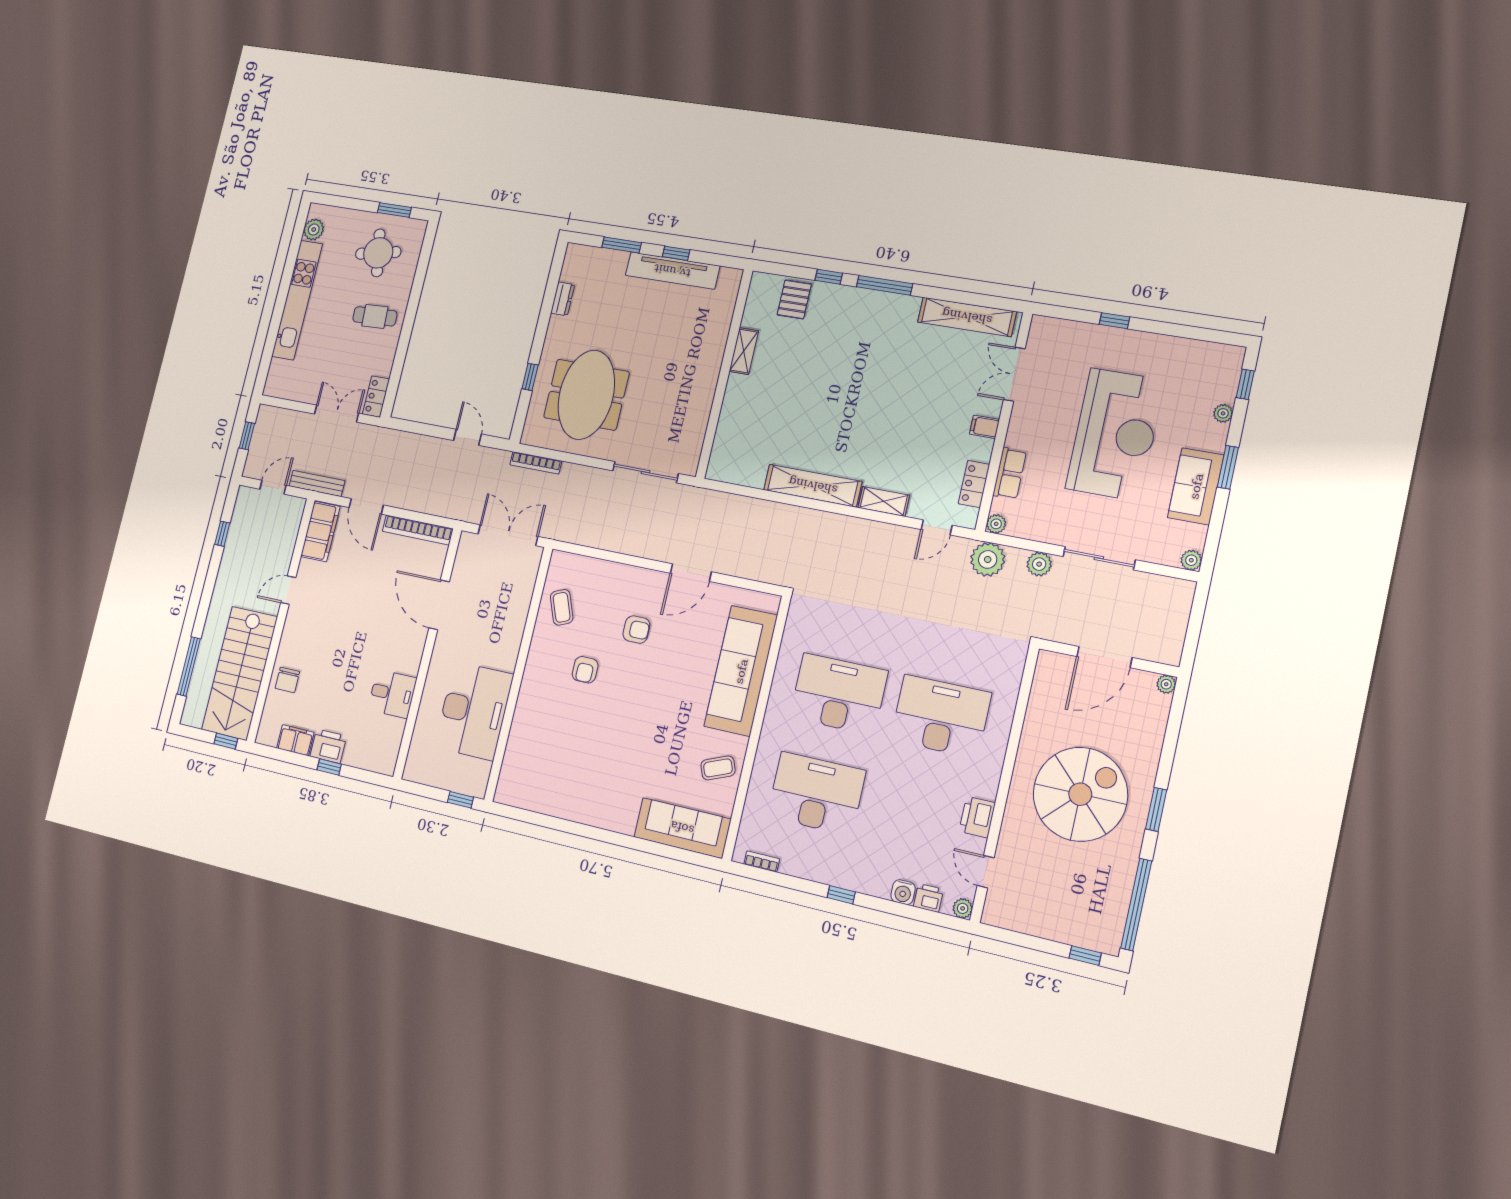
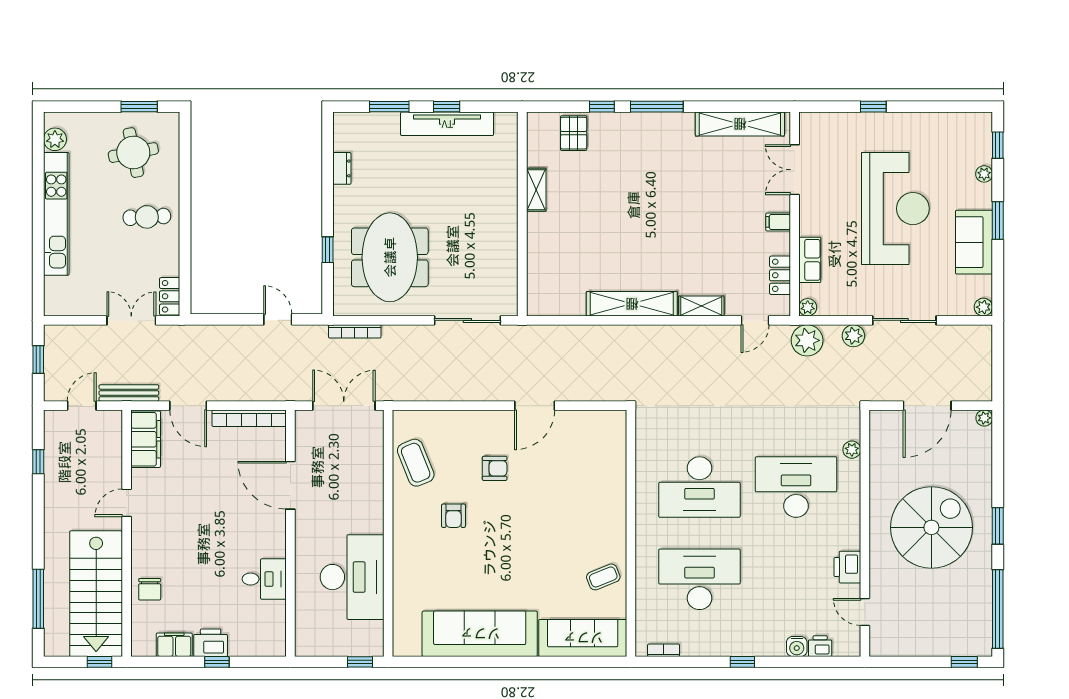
coffee table: (562, 607) -> (416, 463), width x1.36, depth x1.30
sofa: (741, 671) -> (480, 634), moved, turned 90
desk: (839, 694) -> (700, 487), turned 180
plant: (963, 908) -> (852, 450), moved

